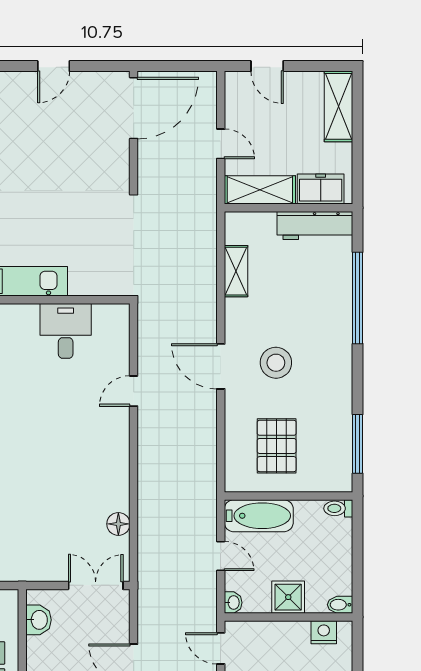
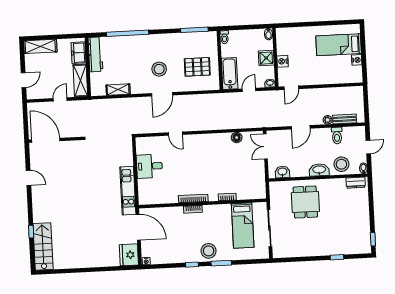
nightstand: (324, 632) -> (283, 61), moved

